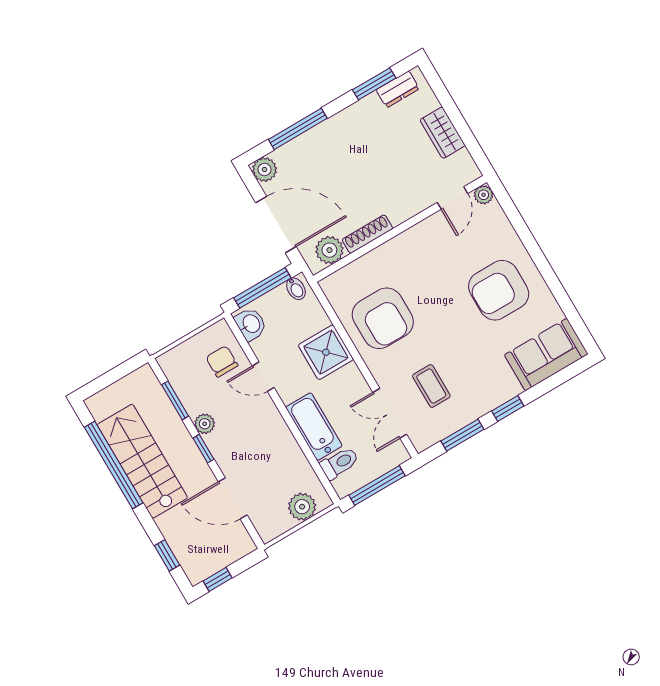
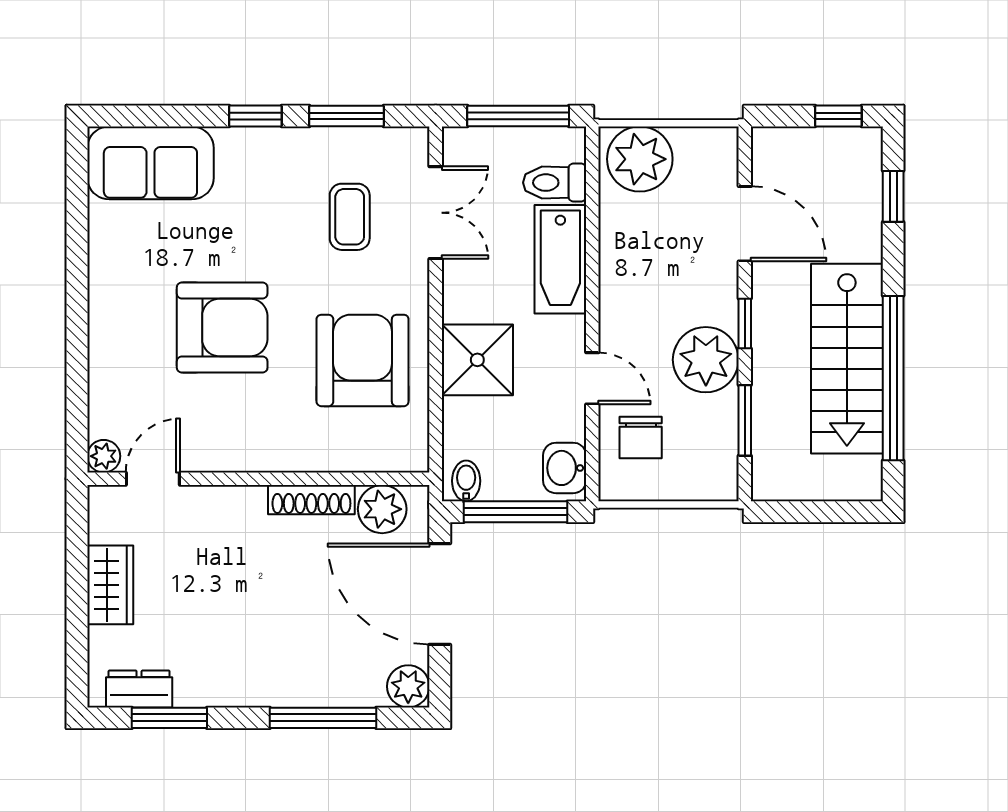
armchair: (499, 290) -> (222, 328), moved
plant: (205, 424) -> (706, 360), width x1.88, depth x1.88
plant: (302, 507) -> (640, 159), width x1.36, depth x1.36

